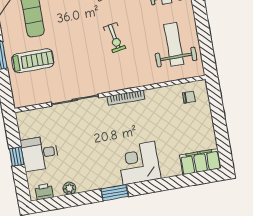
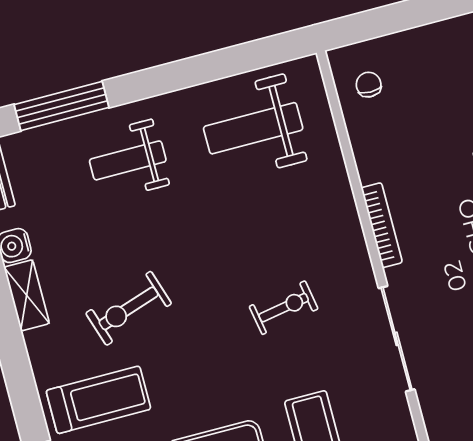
exercise bike: (115, 38) -> (284, 308), moved

